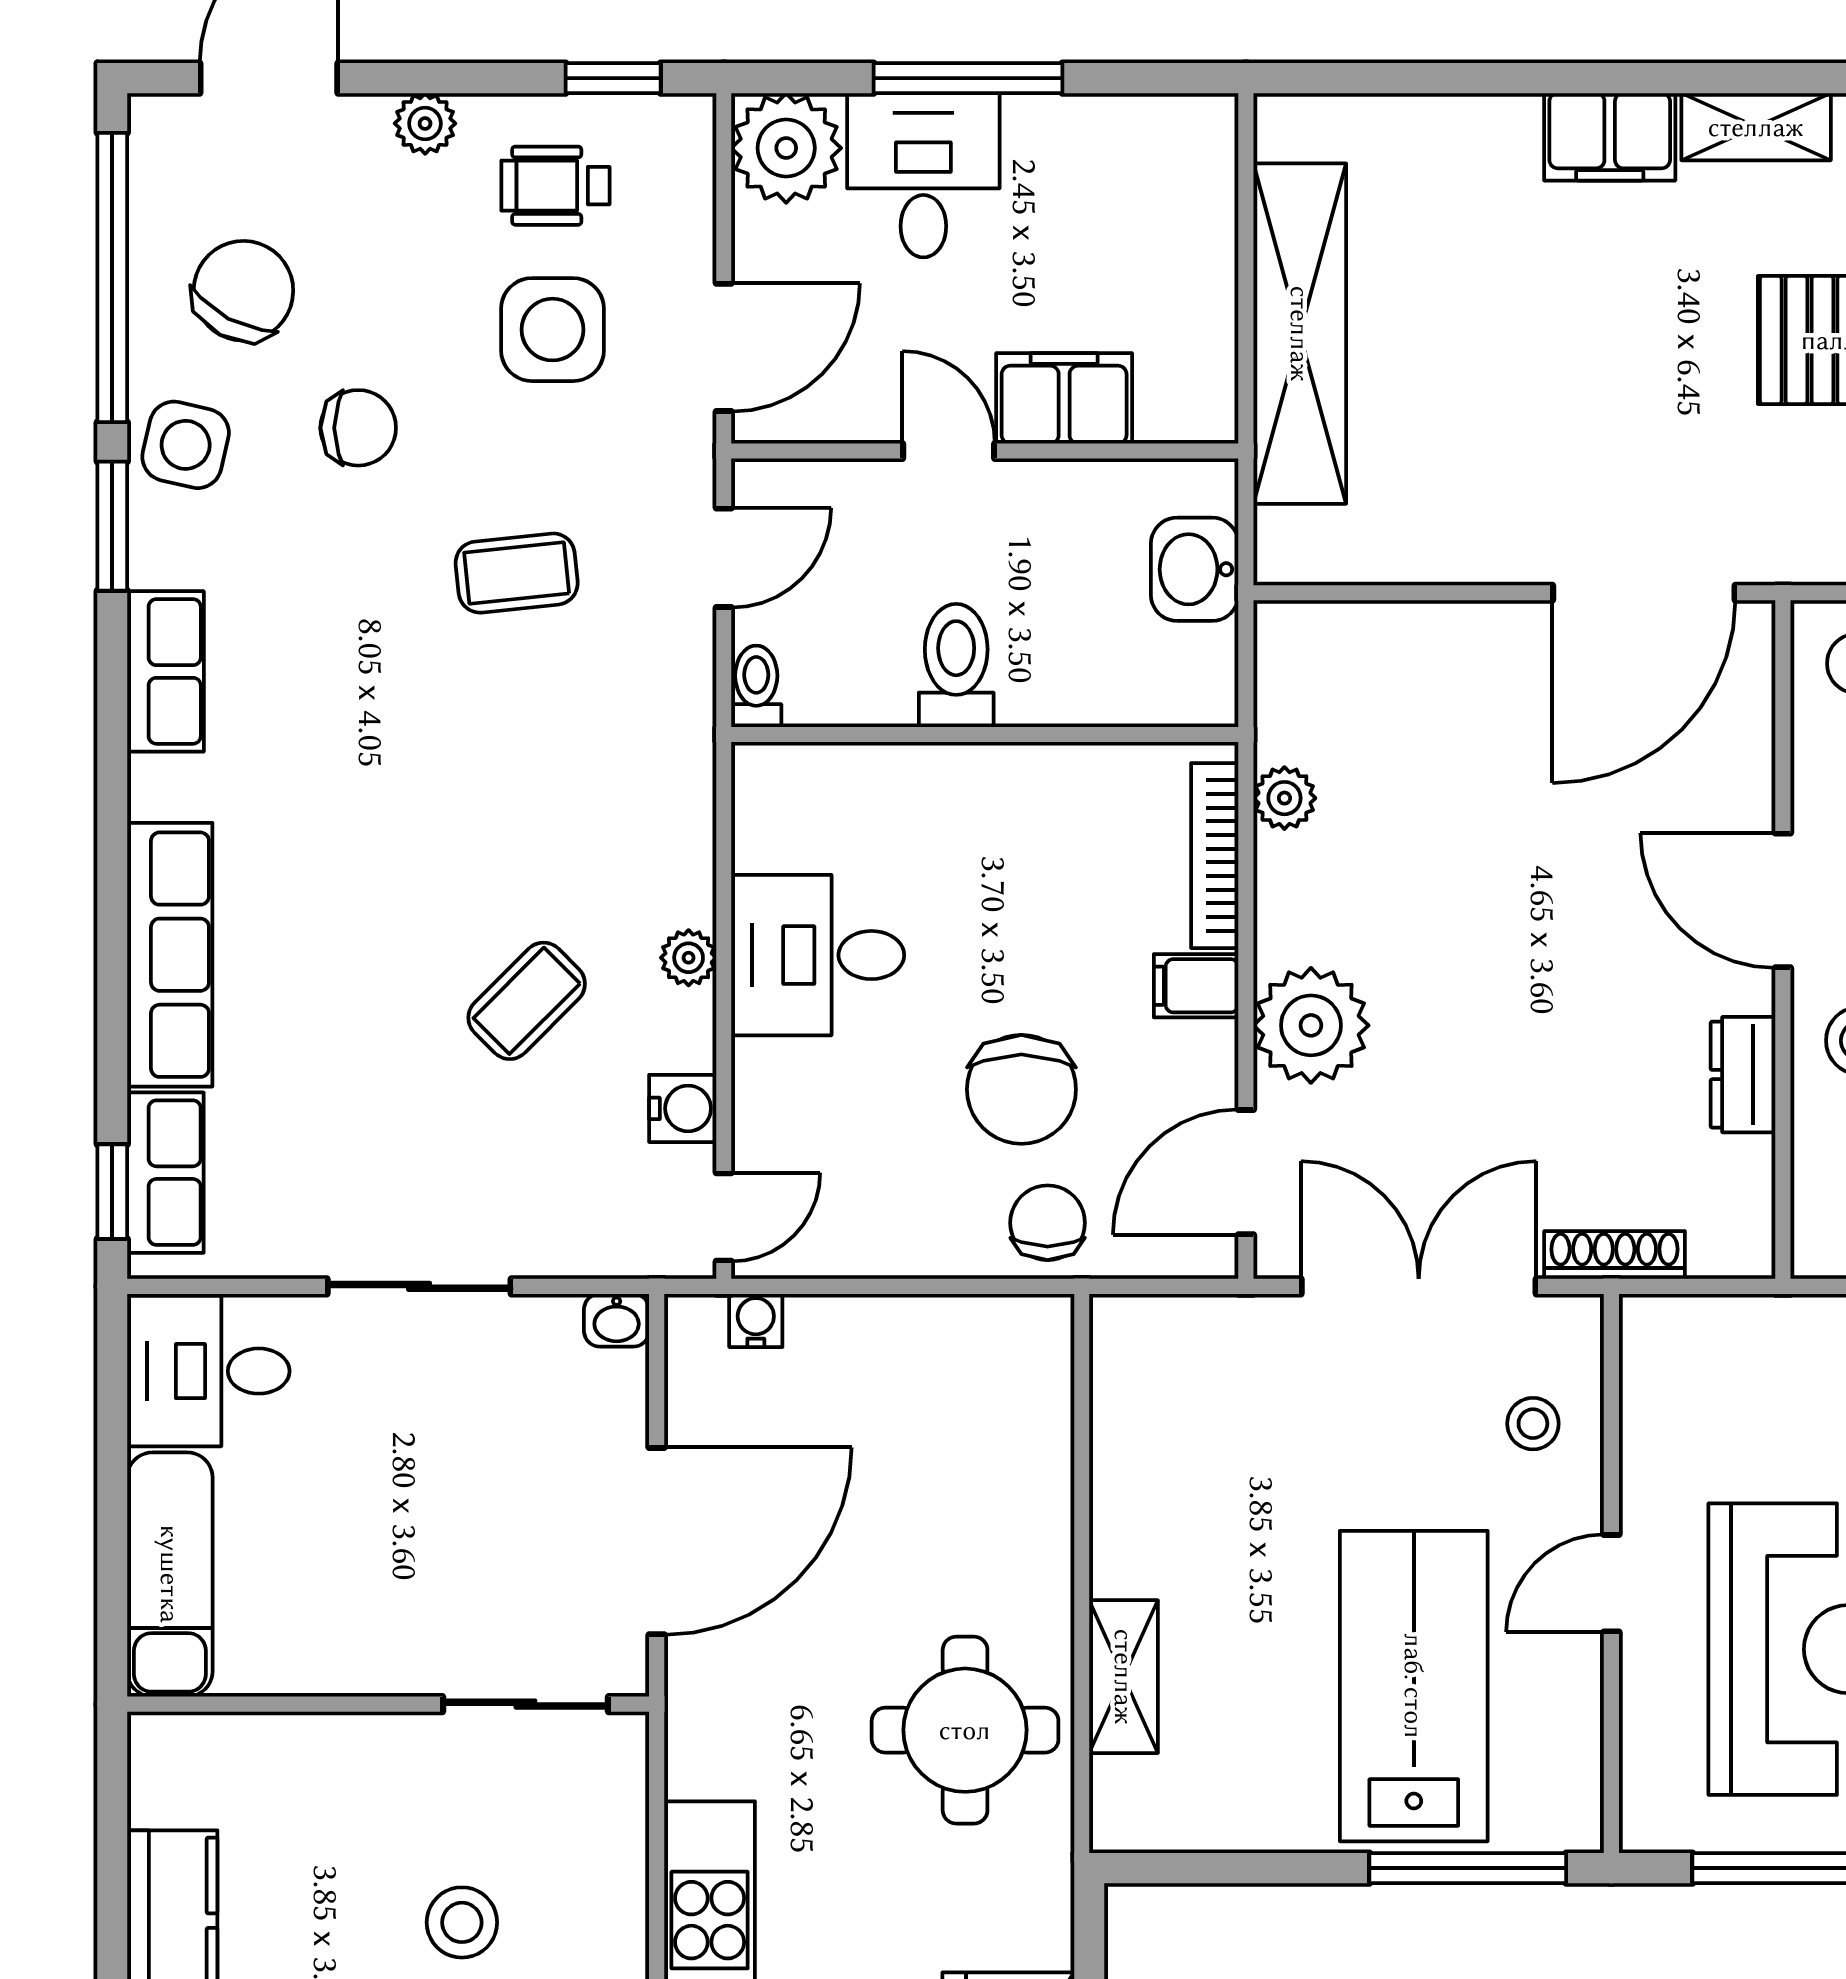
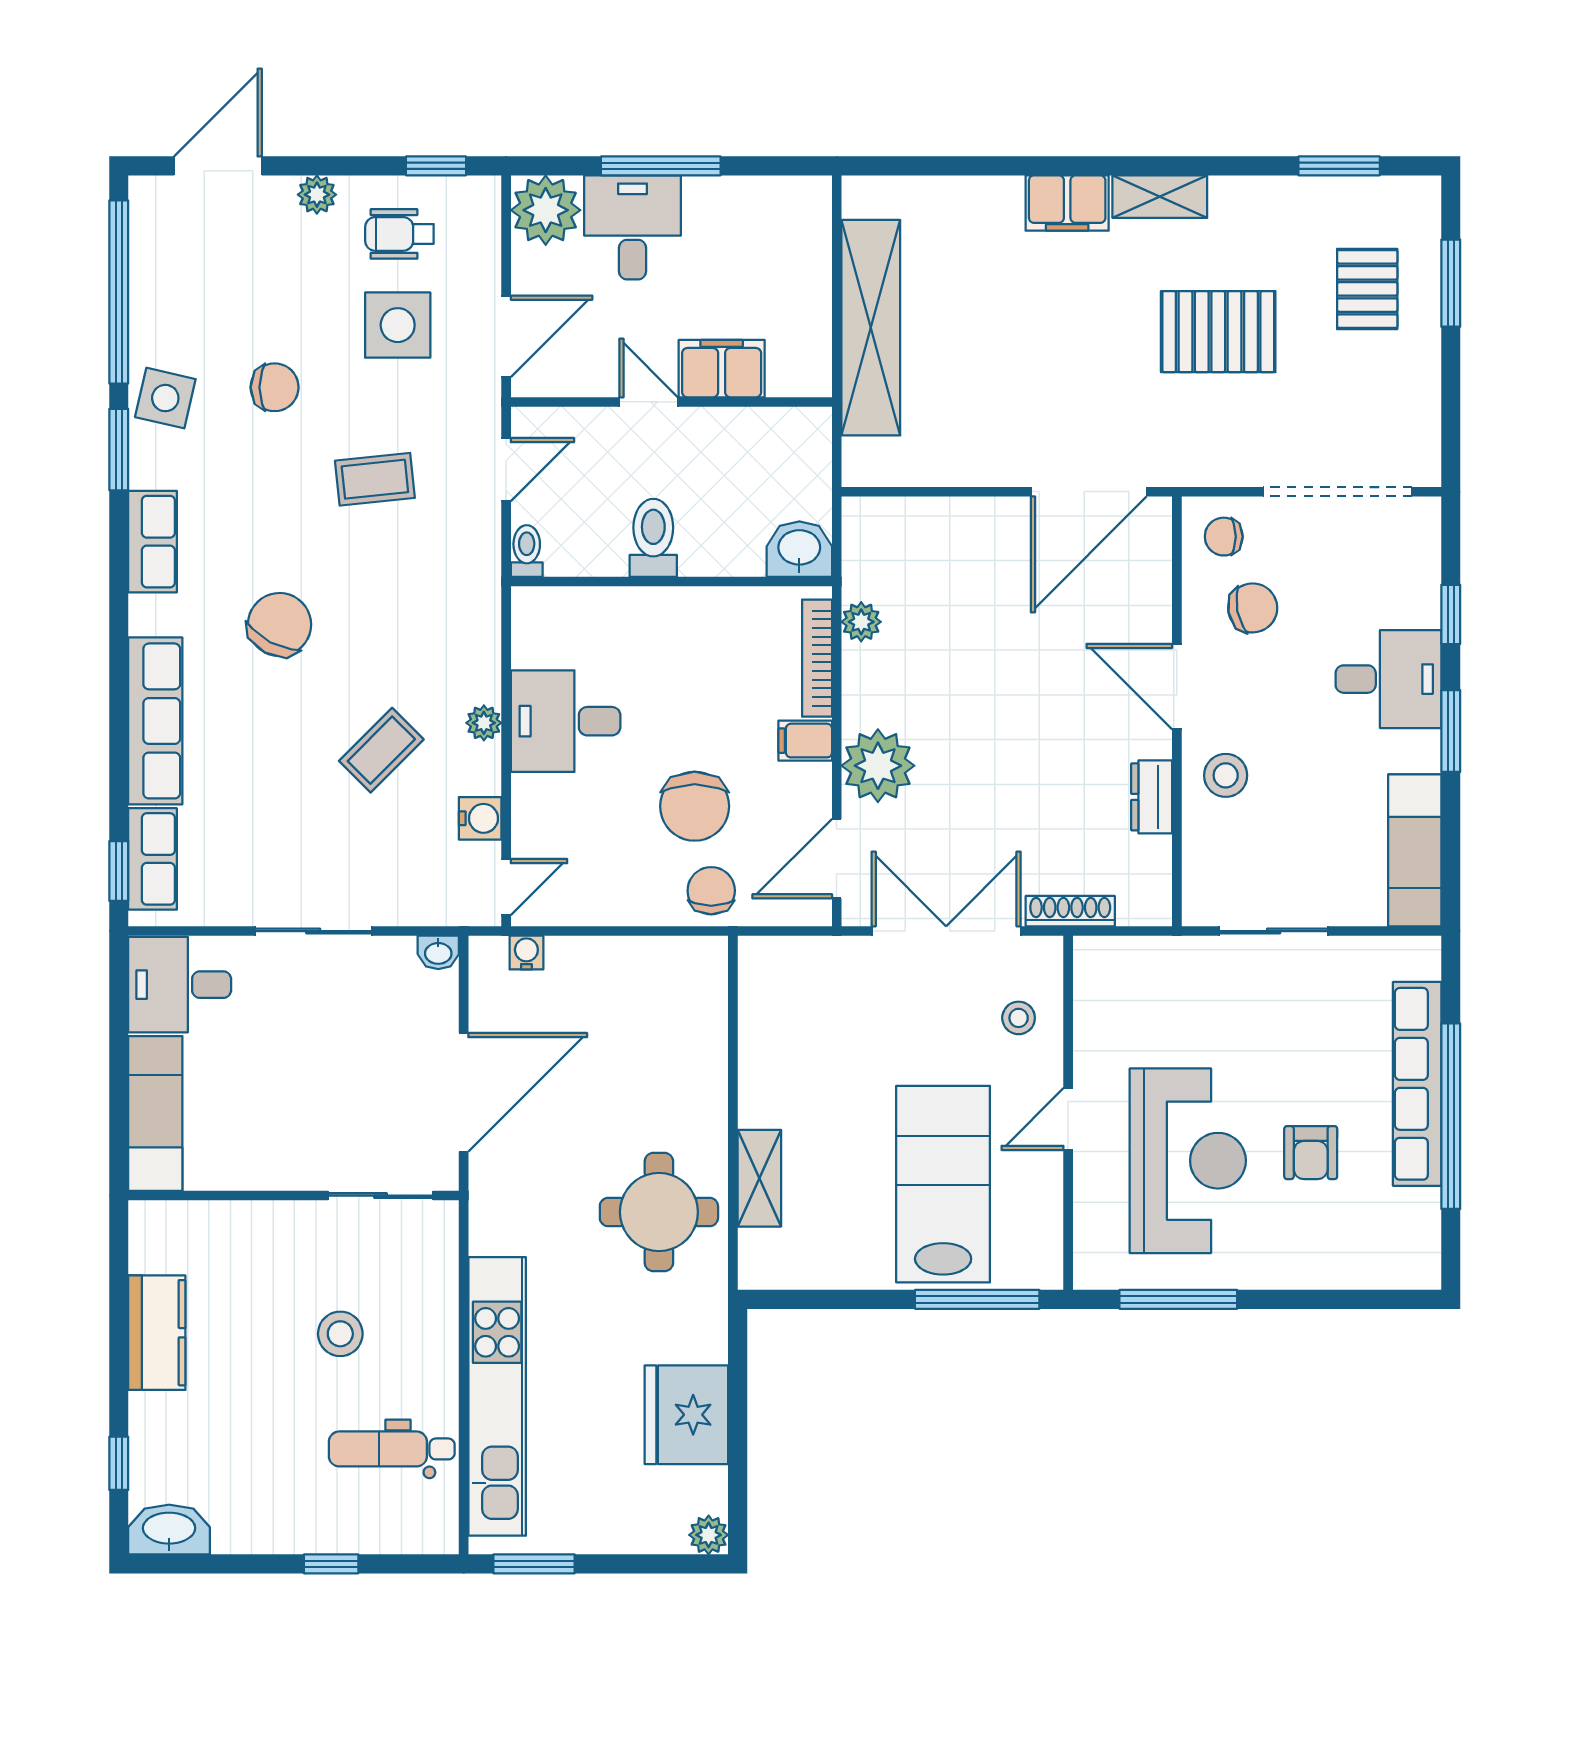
chair: (243, 291) -> (279, 625), moved
washbasin: (1195, 569) -> (799, 549), moved, turned 90

